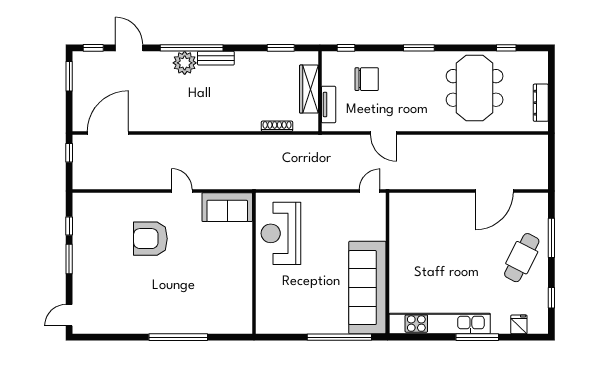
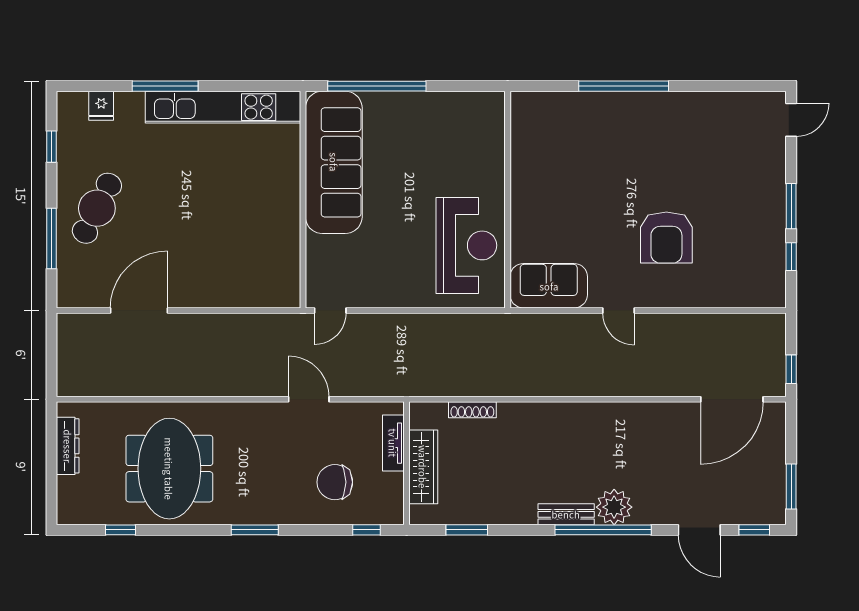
armchair: (150, 239) -> (666, 238), turned 90

